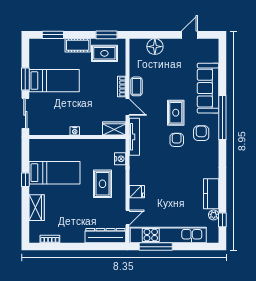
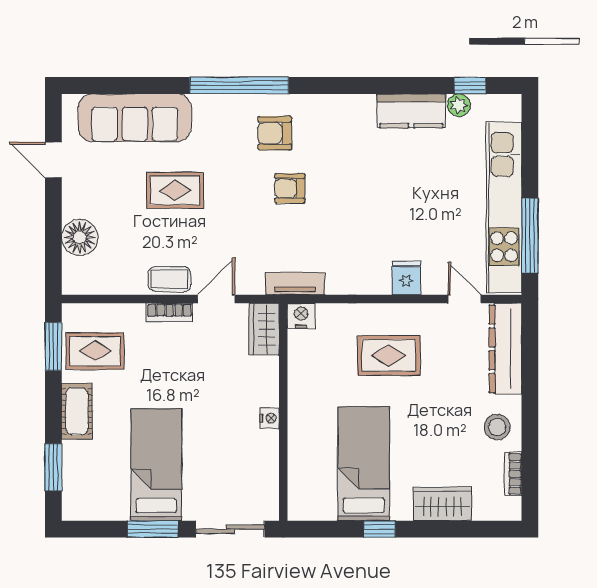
rug: (104, 53) -> (95, 351), turned 90
sofa: (208, 88) -> (135, 118), moved
rug: (176, 113) -> (175, 190), moved
tv unit: (134, 137) -> (295, 284), width x0.71
nightstand: (120, 159) -> (301, 316), moved
stool: (71, 232) -> (497, 427), added

